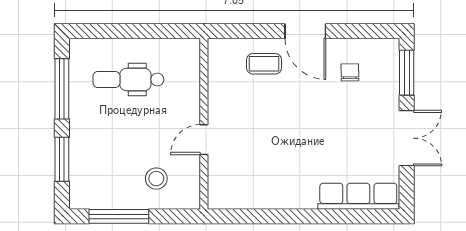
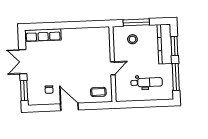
coffee table: (264, 64) -> (98, 92), moved
door: (204, 140) -> (113, 68), moved
kitchen counter: (84, 165) -> (165, 44), added
window: (119, 216) -> (136, 22), moved

